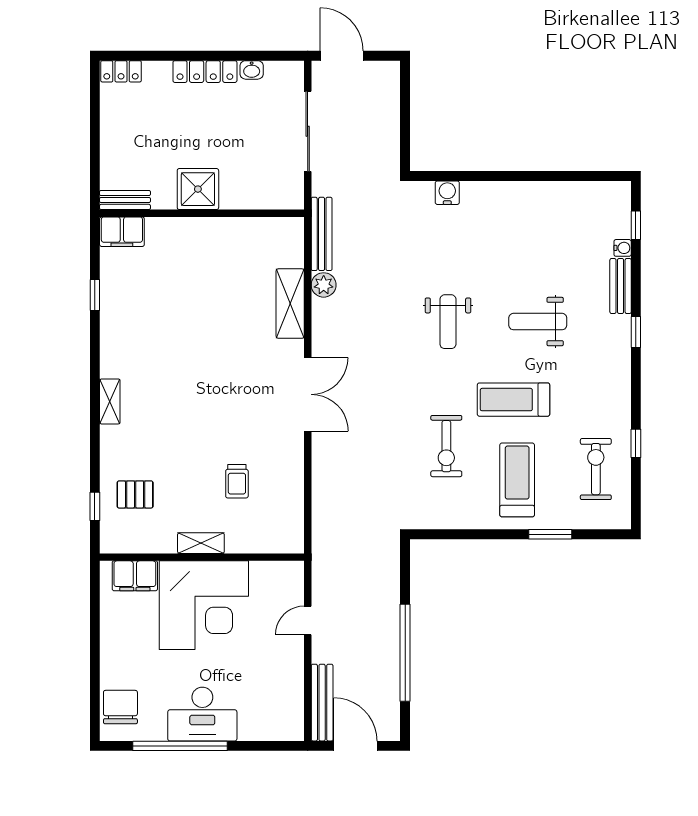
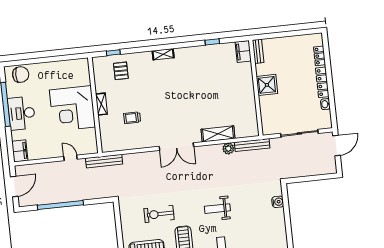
locker: (121, 71) -> (320, 56), moved
filing cabinet: (135, 576) -> (20, 151), moved, turned 180
bench: (322, 703) -> (104, 161), moved

